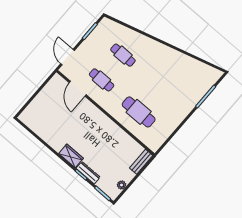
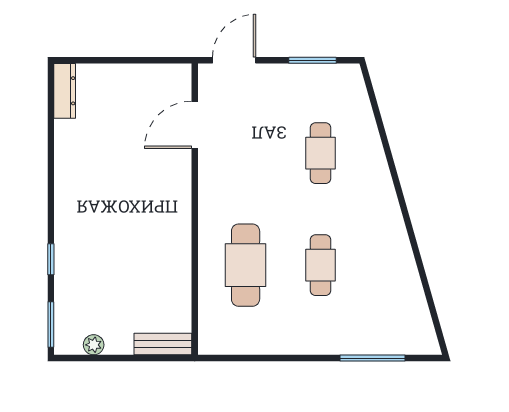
cafe table: (102, 80) -> (320, 265), moved
wardrobe: (71, 156) -> (68, 214), removed
dresser: (88, 173) -> (65, 91), moved

